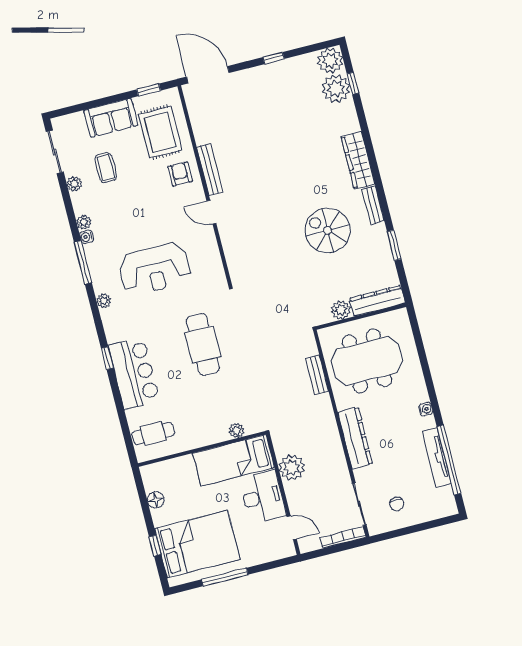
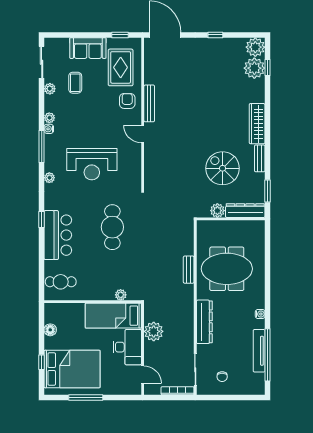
dresser: (377, 301) -> (245, 211), moved
plant: (341, 310) -> (217, 211), moved
wall: (361, 317) -> (231, 219), moved

